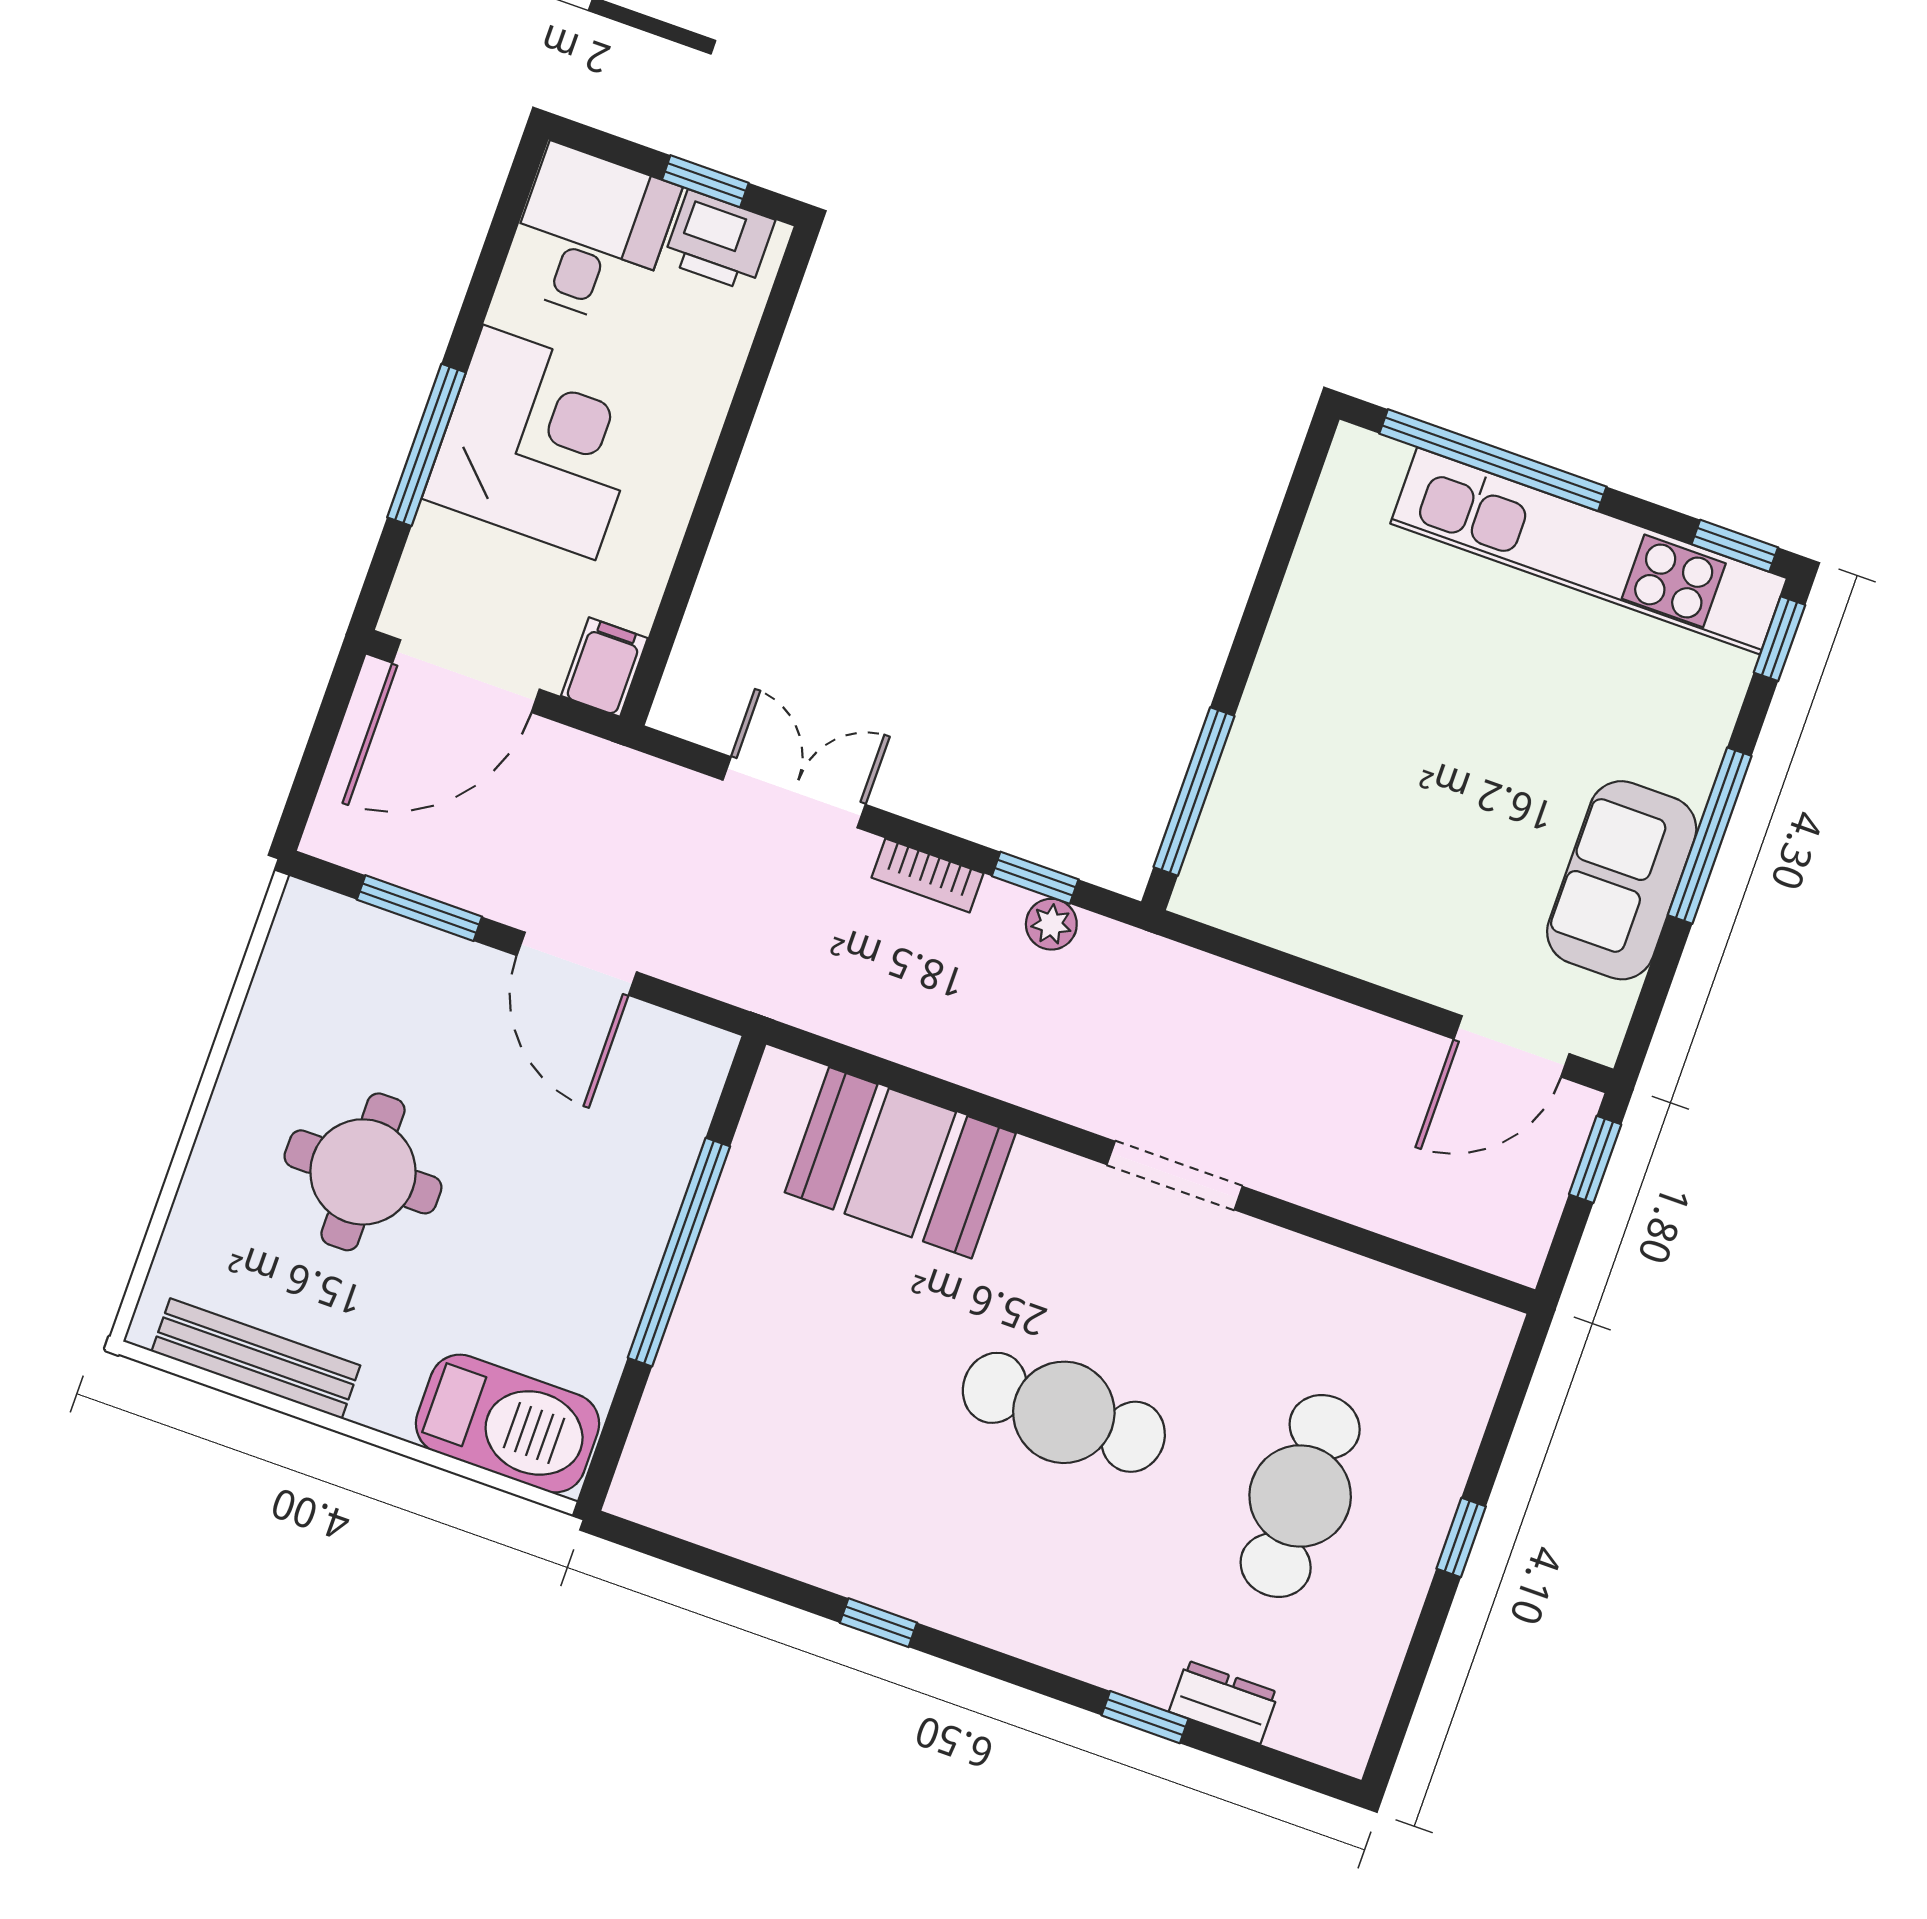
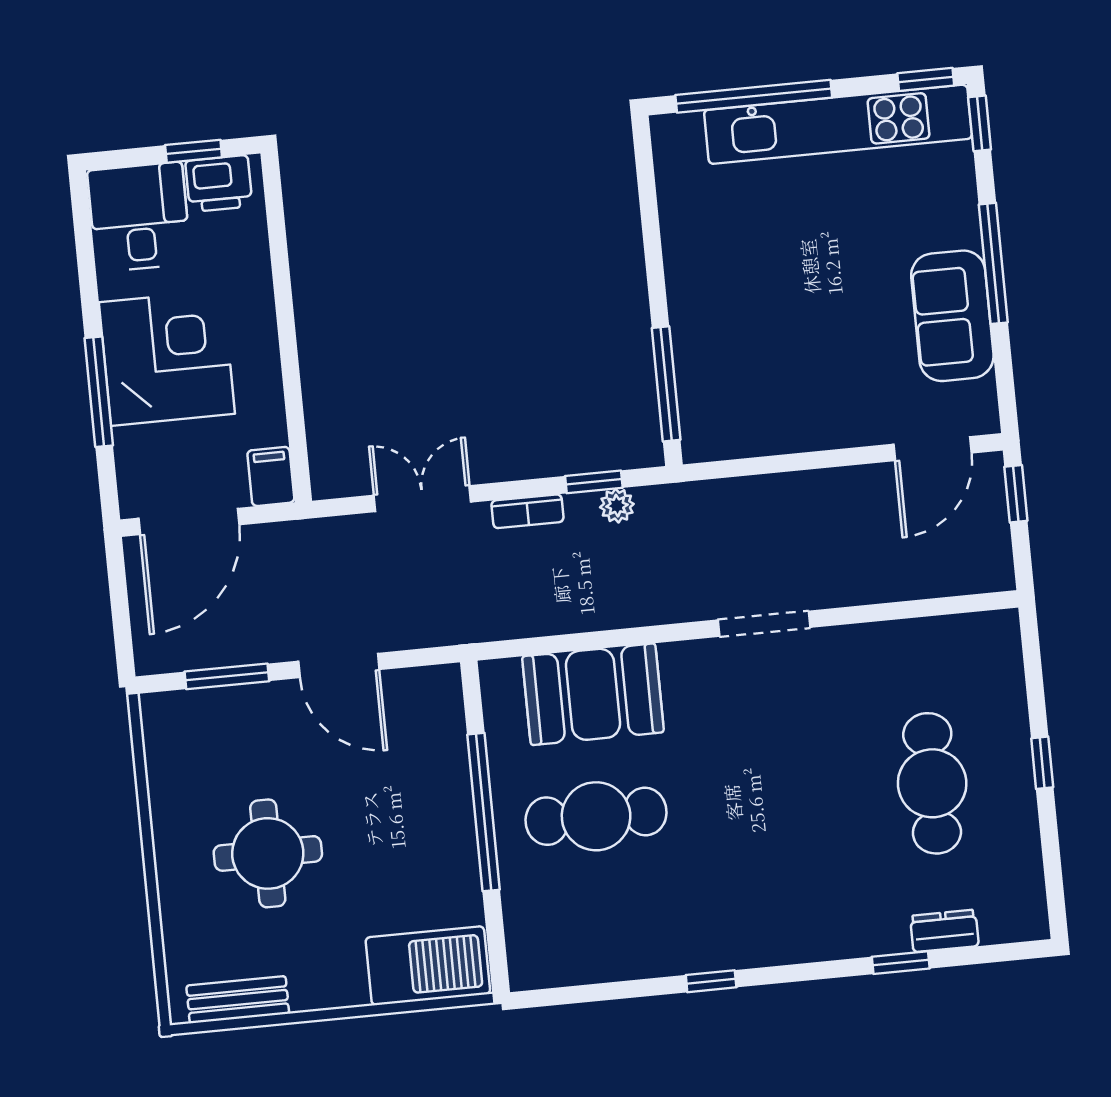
bench: (256, 1358) -> (238, 1000), width x0.73
cafe table: (1064, 1412) -> (596, 816), moved

